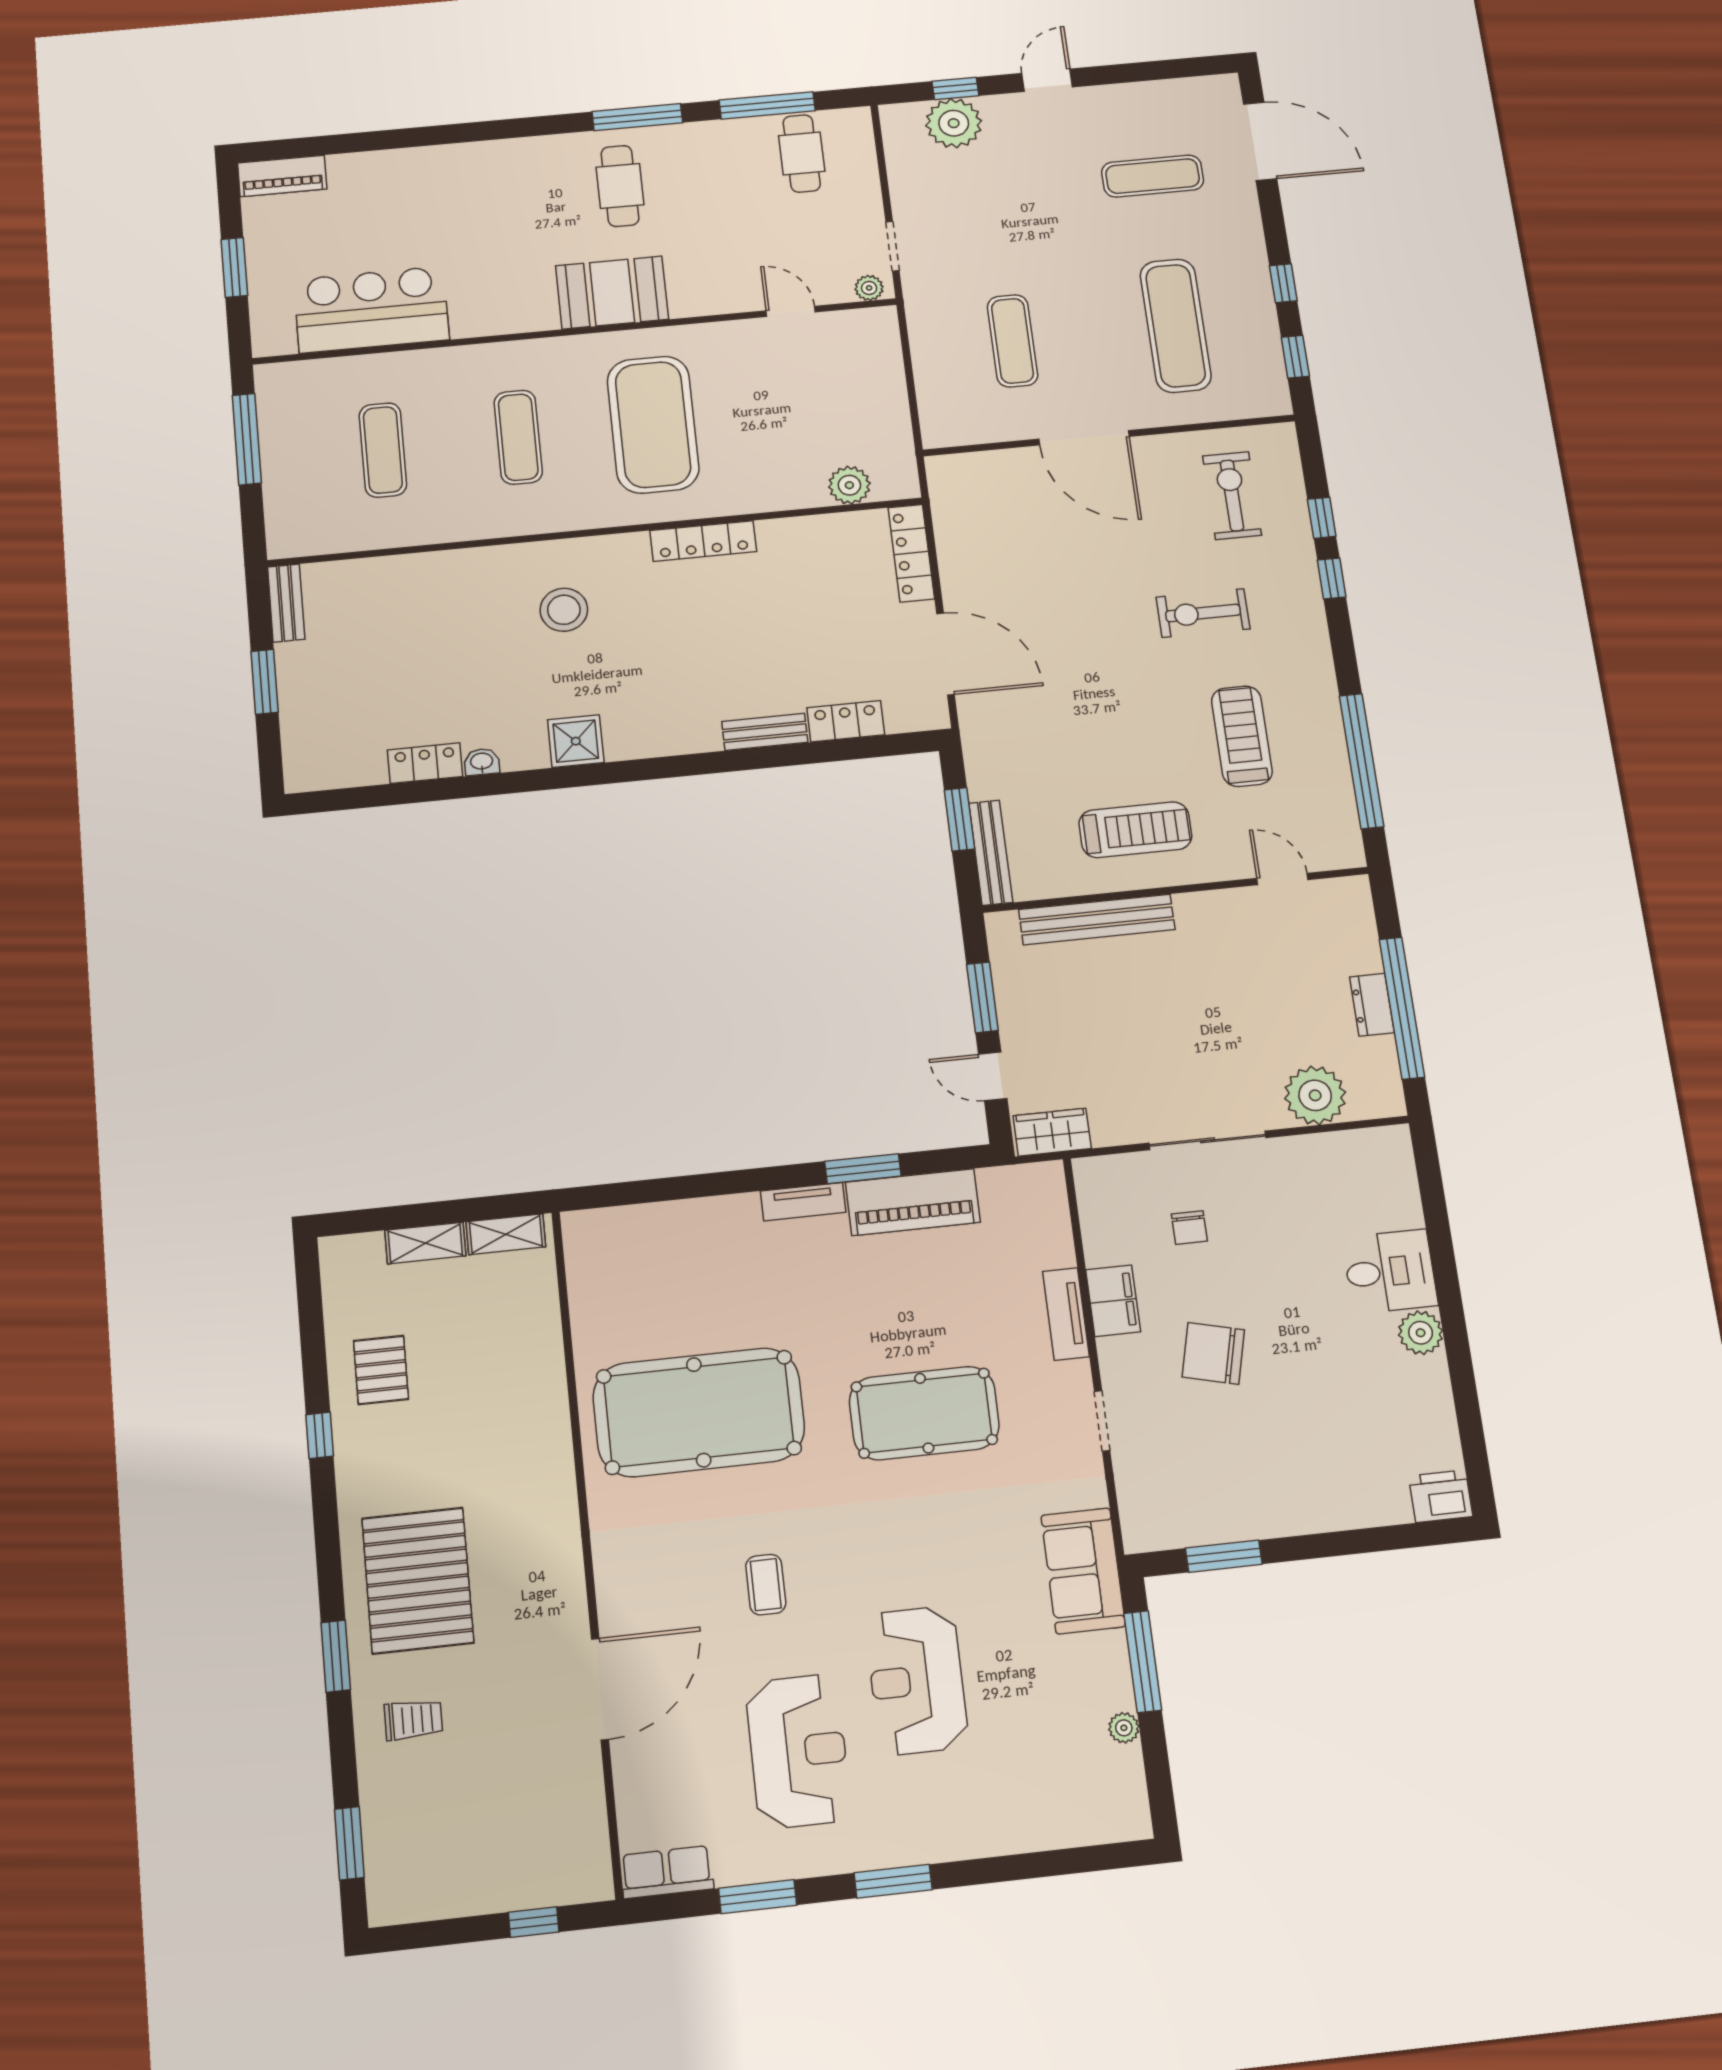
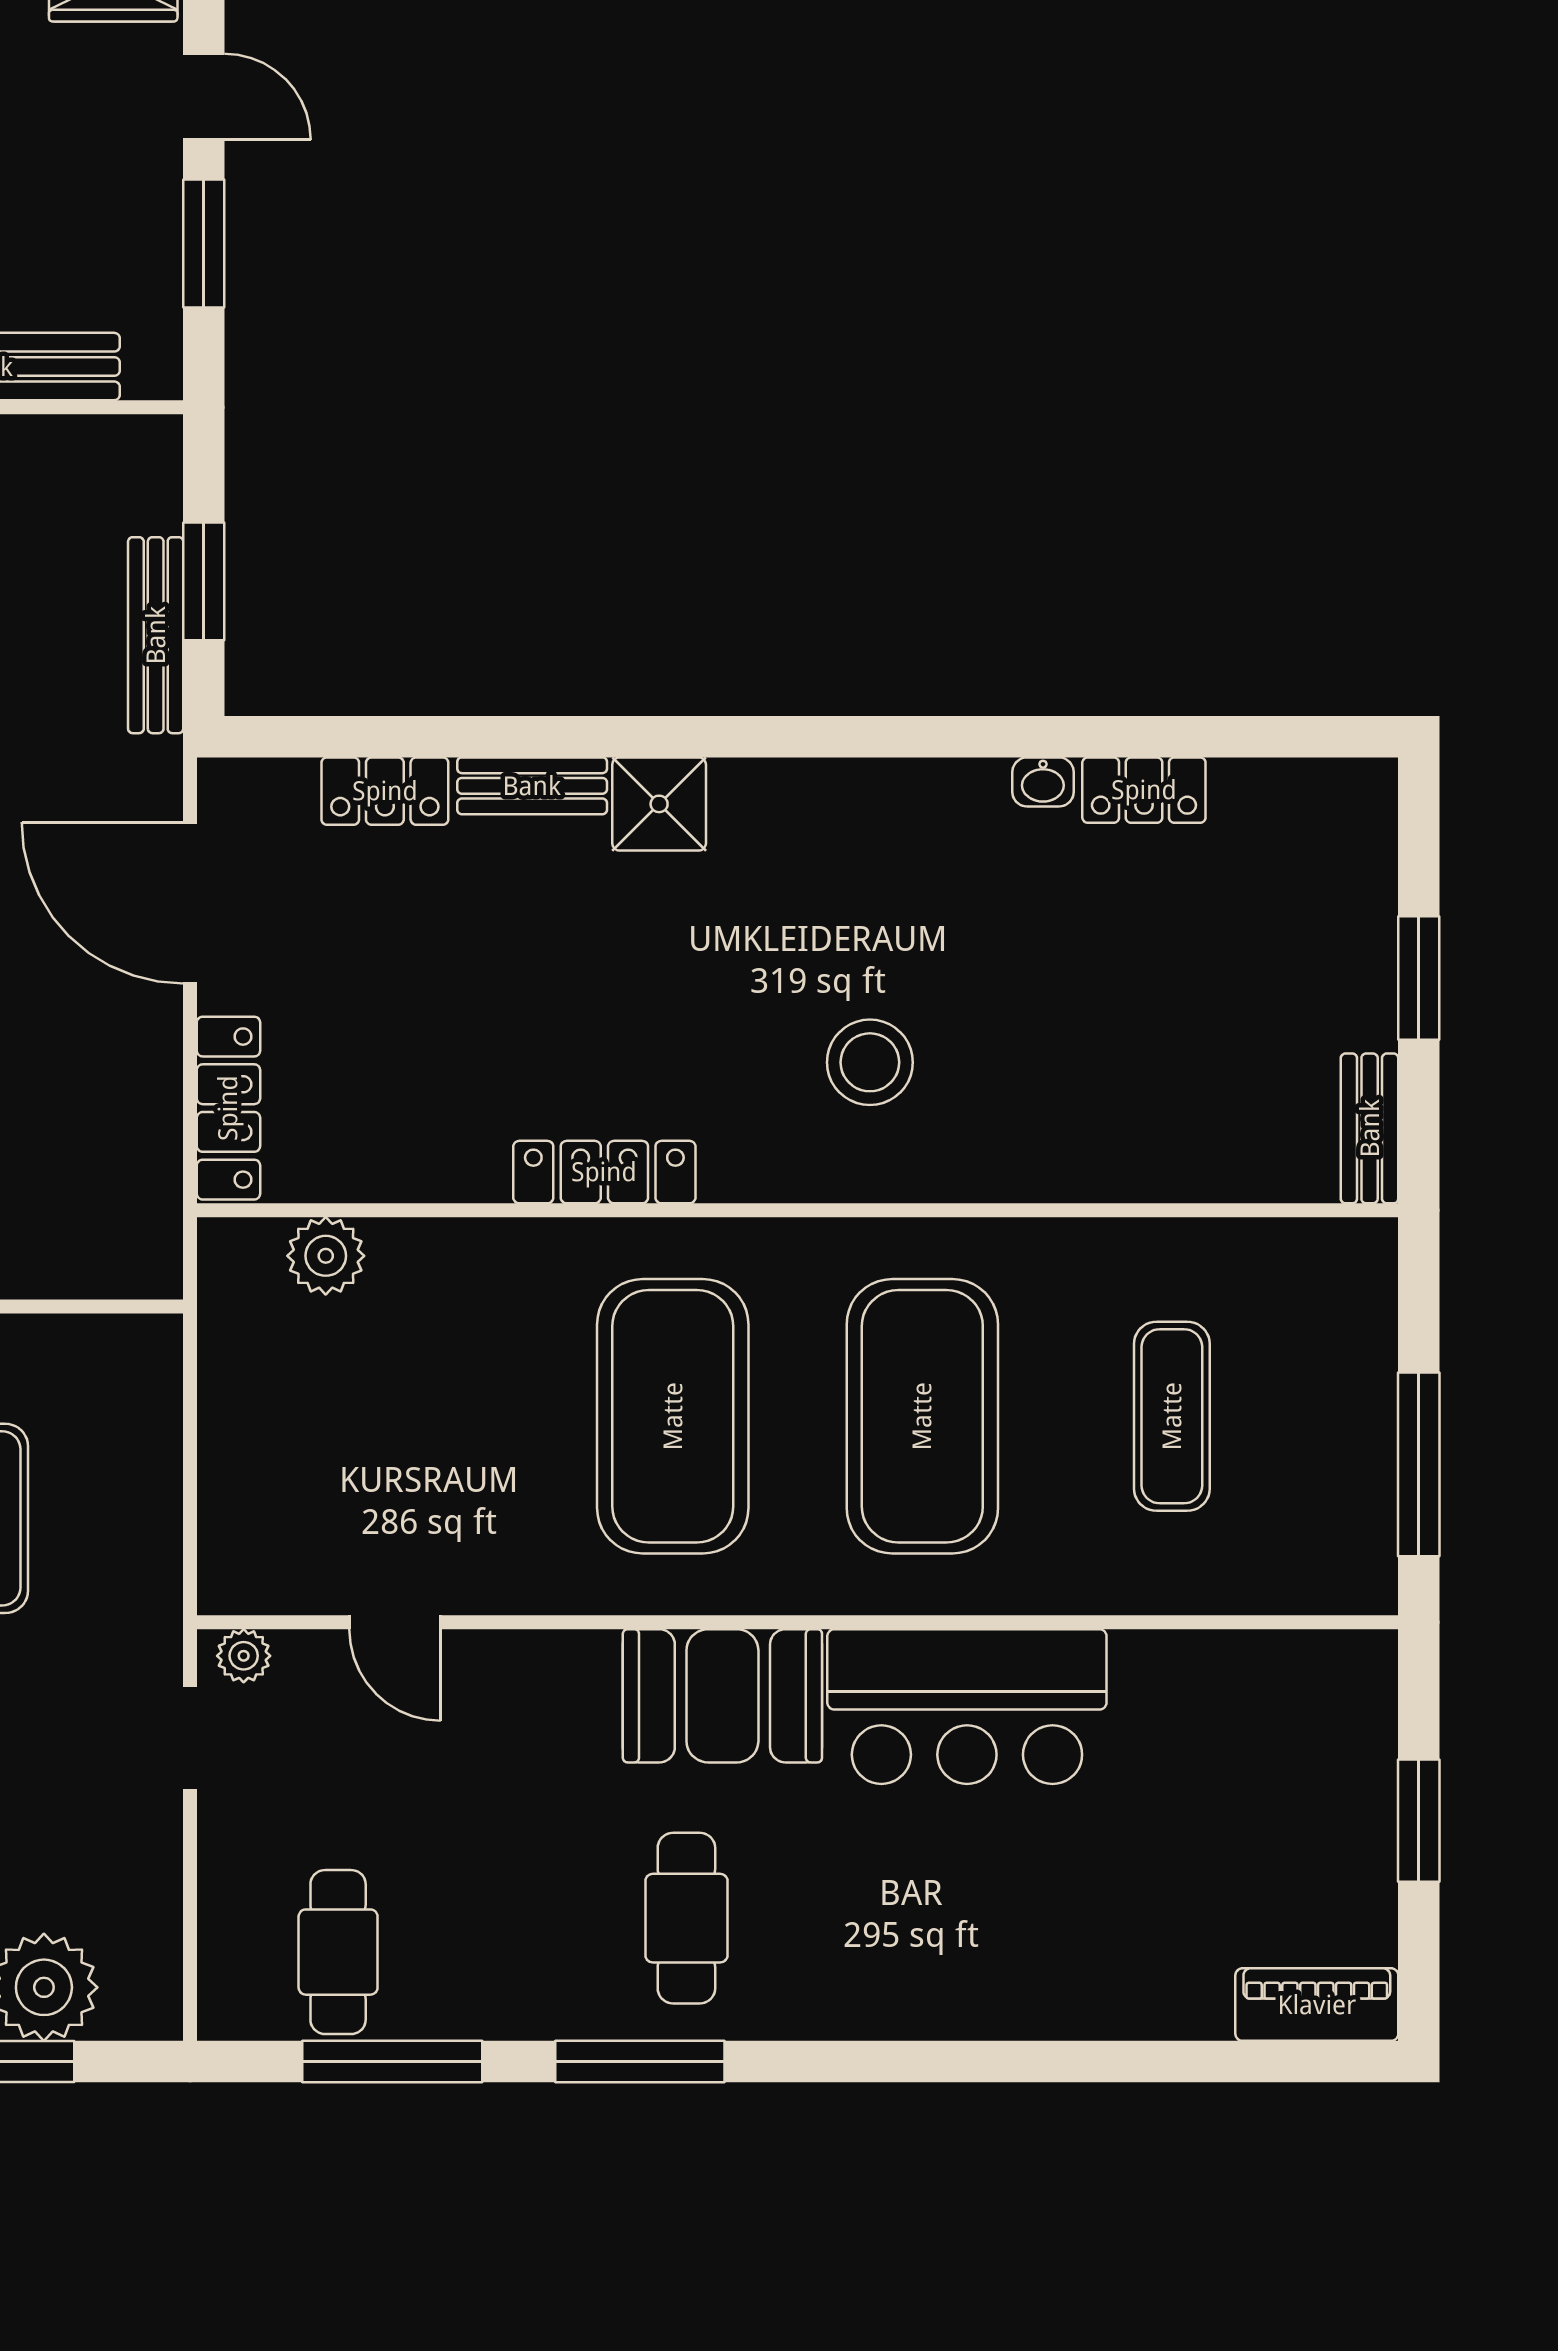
bar counter: (371, 310) -> (967, 1707), moved
exercise mat: (518, 437) -> (922, 1416), width x2.00, depth x1.45
shower: (576, 741) -> (659, 804), moved
bench: (991, 853) -> (156, 635), moved

